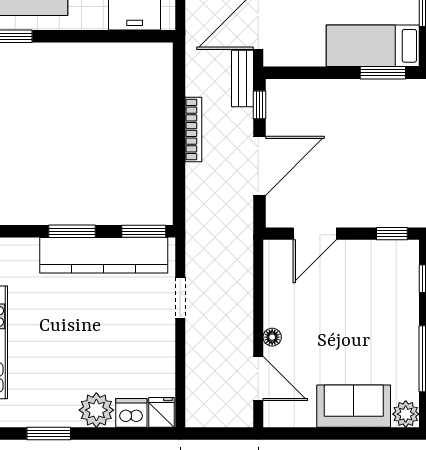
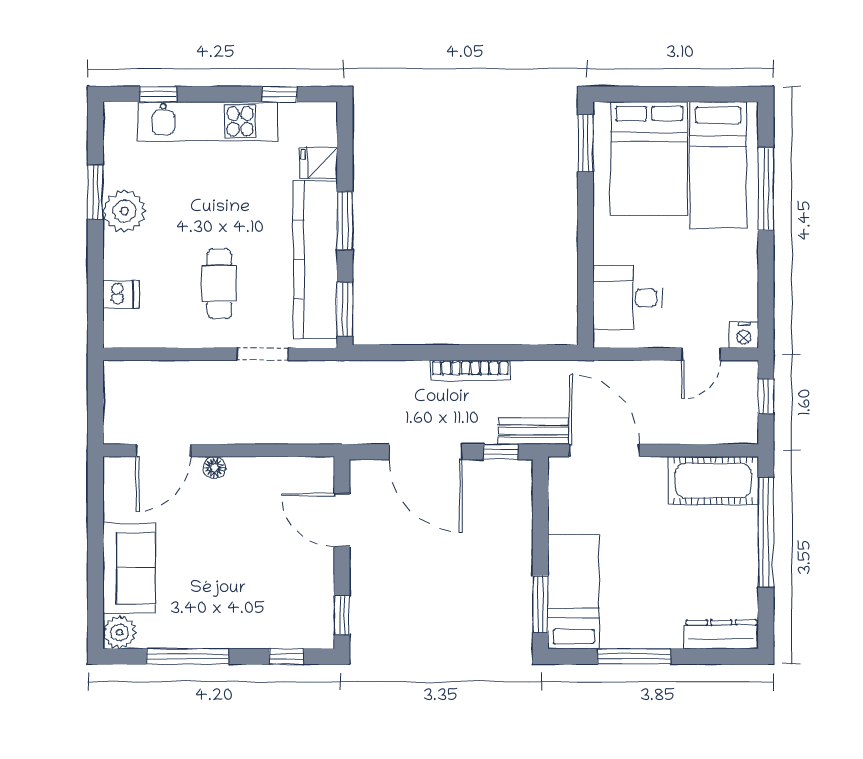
cafe table: (123, 333) -> (219, 284), added
plant: (96, 410) -> (124, 211), moved
fridge: (161, 412) -> (319, 163), moved, turned 180
dishwasher: (131, 413) -> (121, 294), width x0.73

